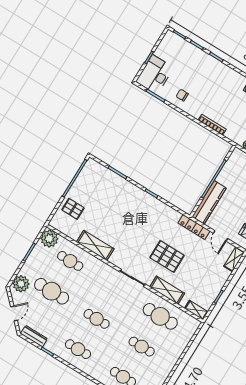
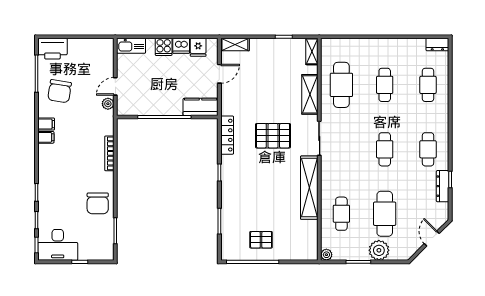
desk: (155, 75) -> (58, 245), moved
chair: (182, 95) -> (98, 203), width x1.87, depth x1.87
kitchen counter: (209, 202) -> (201, 107), width x0.67
pallet: (73, 209) -> (261, 240), moved, turned 90
locker: (194, 227) -> (227, 135), moved
plant: (49, 239) -> (326, 255), width x0.53, depth x0.53
shelving: (95, 245) -> (309, 188), width x1.47
pallet: (167, 256) -> (273, 136), moved, turned 90
plant: (21, 284) -> (379, 250), moved
door: (14, 313) -> (432, 239), hinge flipped
dresser: (34, 336) -> (443, 186), moved

